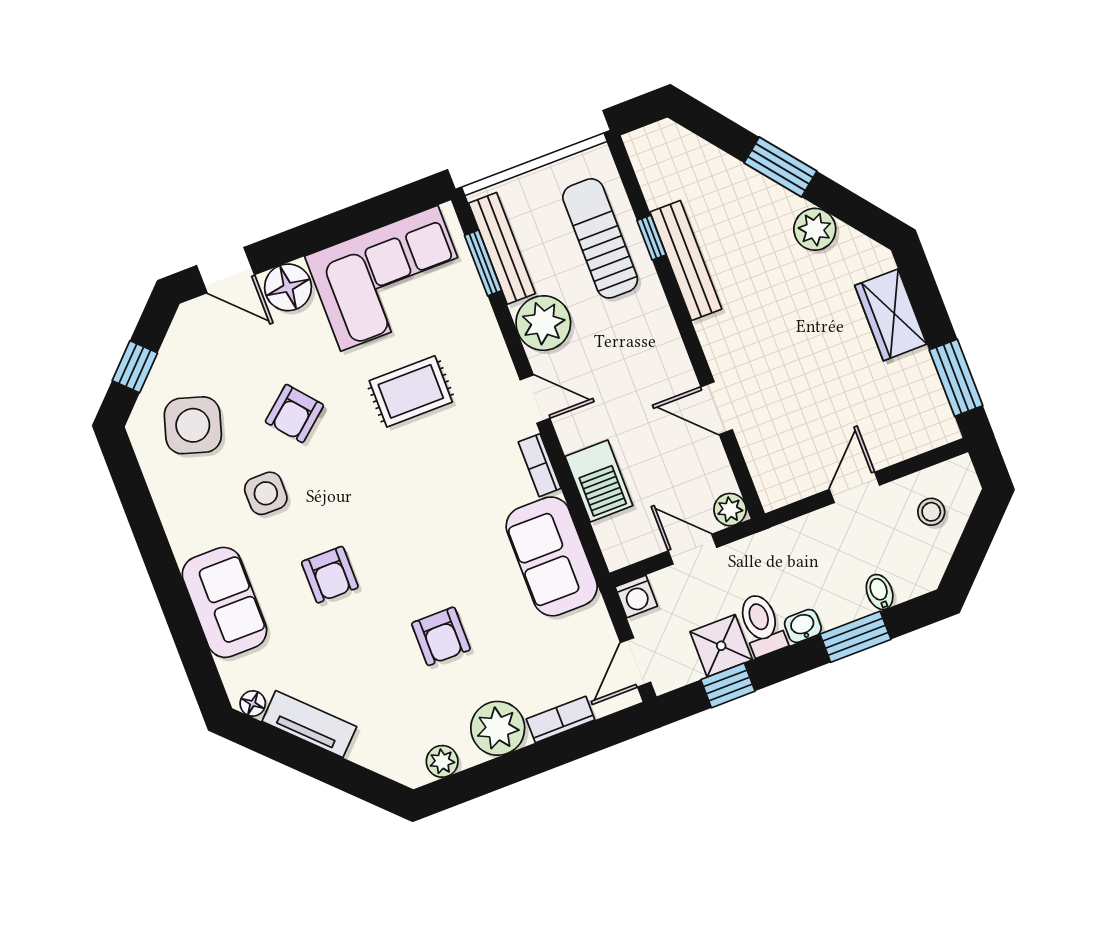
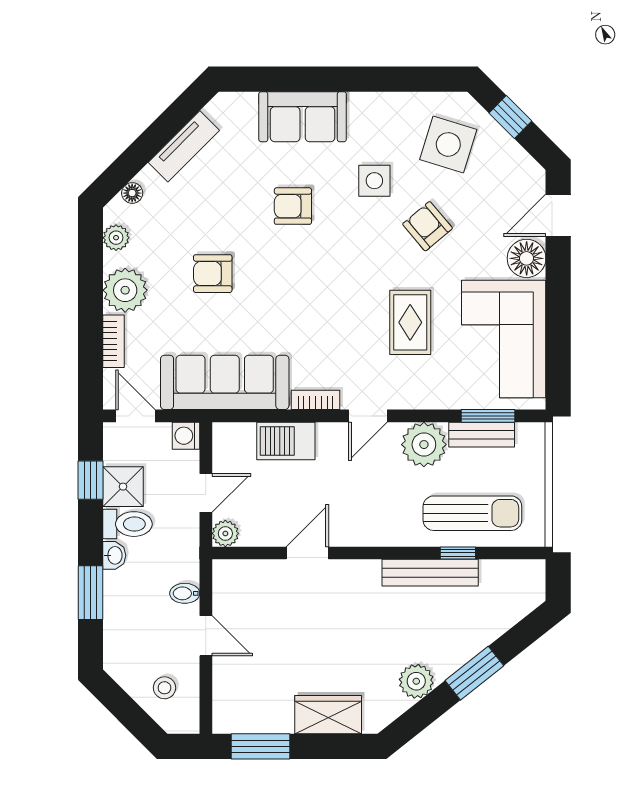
bench: (502, 248) -> (482, 435), width x0.73
sofa: (552, 556) -> (225, 382), width x1.36
bidet: (880, 592) -> (185, 593), moved, turned 180
floor lamp: (253, 703) -> (132, 193), moved

